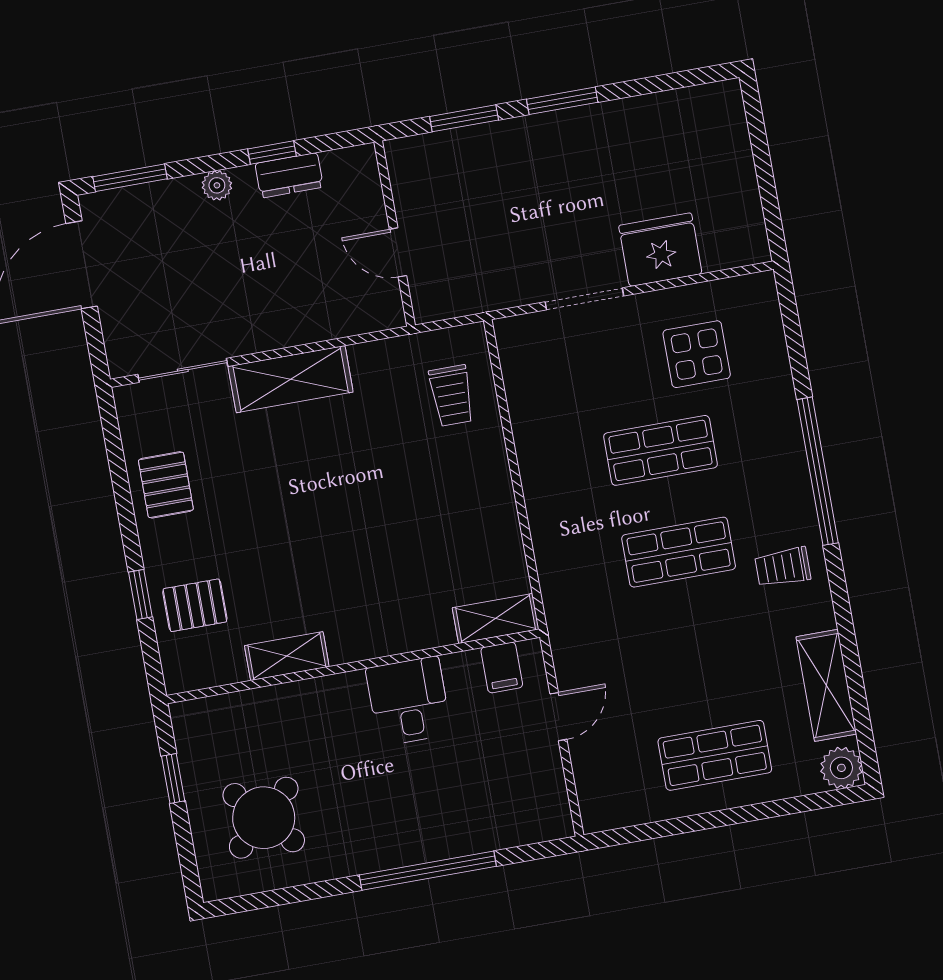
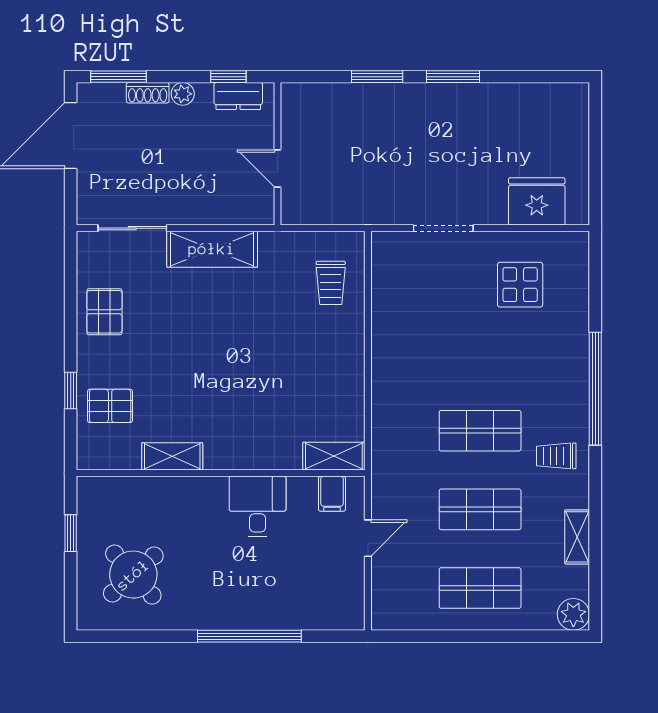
shoe rack: (171, 192) -> (148, 93), added
wall: (395, 234) -> (278, 154), moved
fridge: (660, 250) -> (537, 201), moved
door: (398, 252) -> (278, 168), moved
shop shelf: (660, 450) -> (480, 509), moved
shelving: (826, 685) -> (577, 537), width x0.67, depth x0.75

